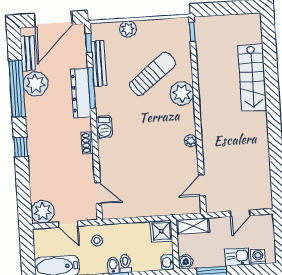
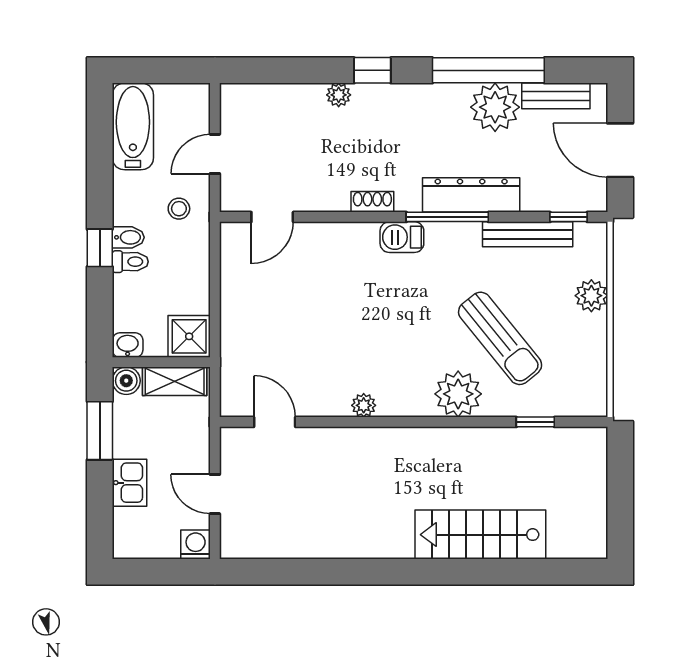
door: (53, 19) -> (620, 150), width x0.73
window: (192, 32) -> (535, 422), moved
window: (92, 88) -> (447, 217), moved
plant: (43, 212) -> (339, 95), moved, width x0.53, depth x0.53
shelving: (193, 226) -> (175, 381), moved, turned 90
washing machine: (258, 257) -> (196, 545), moved, turned -90

